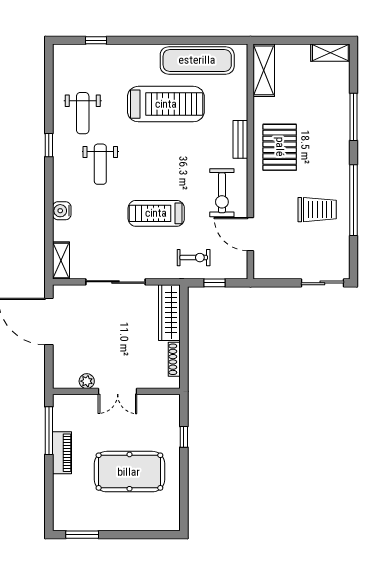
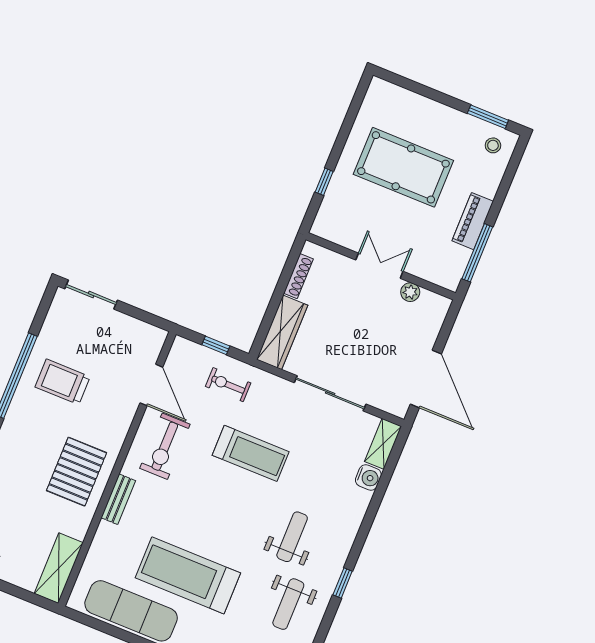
weight bench: (83, 113) -> (288, 604), turned 180
exercise bike: (222, 193) -> (165, 446), turned 180
water cooler: (62, 211) -> (368, 477), moved
stool: (70, 515) -> (493, 145), added

